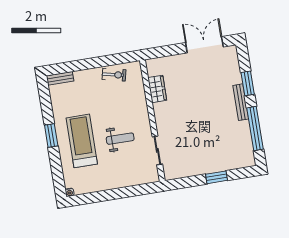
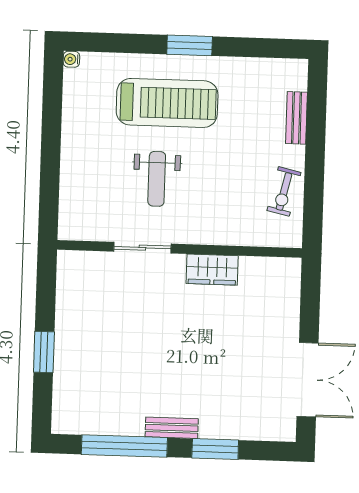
bench: (60, 78) -> (296, 118), moved
wardrobe: (157, 89) -> (212, 270), moved
bench: (241, 102) -> (172, 428), width x0.73
sliding door: (157, 150) -> (142, 248), moved

